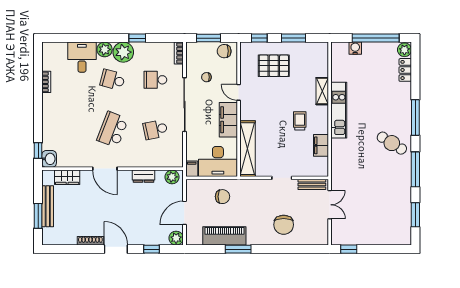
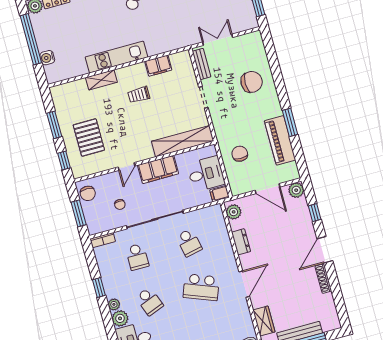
plant: (123, 52) -> (114, 304), width x0.53, depth x0.53
school desk: (113, 80) -> (149, 301), turned -36
desk: (218, 161) -> (206, 174), width x0.73

